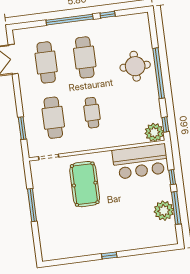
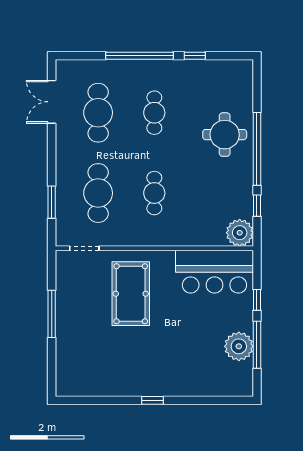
cafe table: (85, 57) -> (154, 113), width x0.73, depth x0.74
window: (165, 125) -> (257, 206), moved

